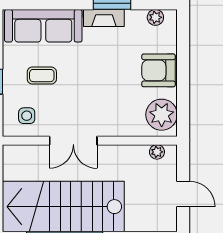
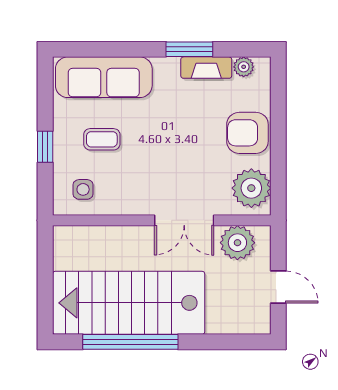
fireplace: (104, 18) -> (206, 68), moved
double door: (73, 141) -> (184, 220), moved
plant: (157, 152) -> (237, 243), width x1.87, depth x1.87

